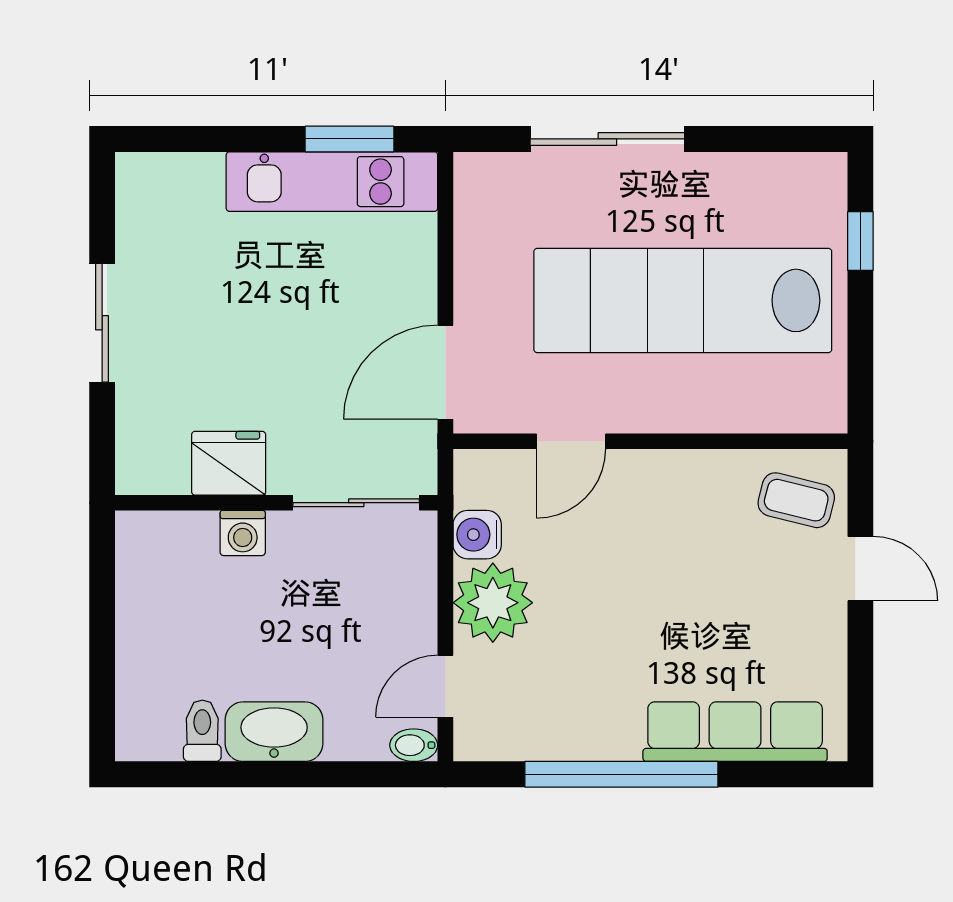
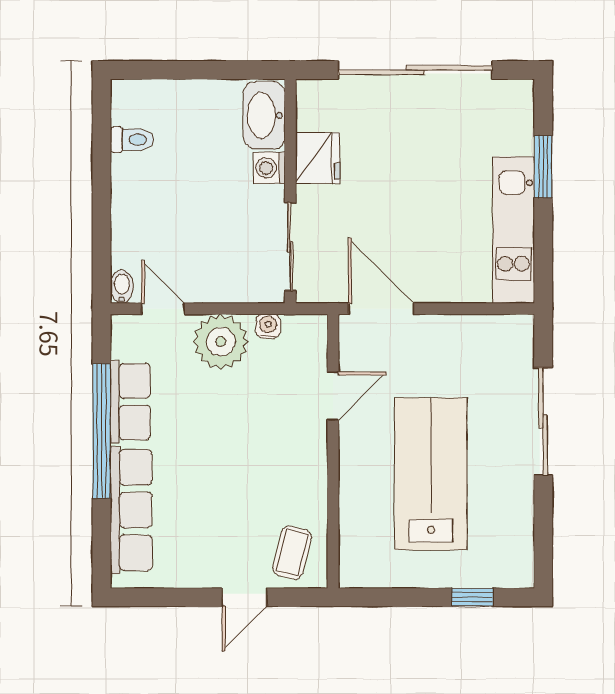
window: (349, 139) -> (543, 167), moved
lab bench: (683, 300) -> (431, 474), width x0.73
sliding door: (102, 323) -> (415, 70), width x1.86
door: (571, 441) -> (333, 396), swing flipped
water cooler: (477, 535) -> (268, 326), width x0.72, depth x0.72
washbasin: (274, 732) -> (264, 115), moved, turned 180
row of seats: (579, 733) -> (130, 402), added

